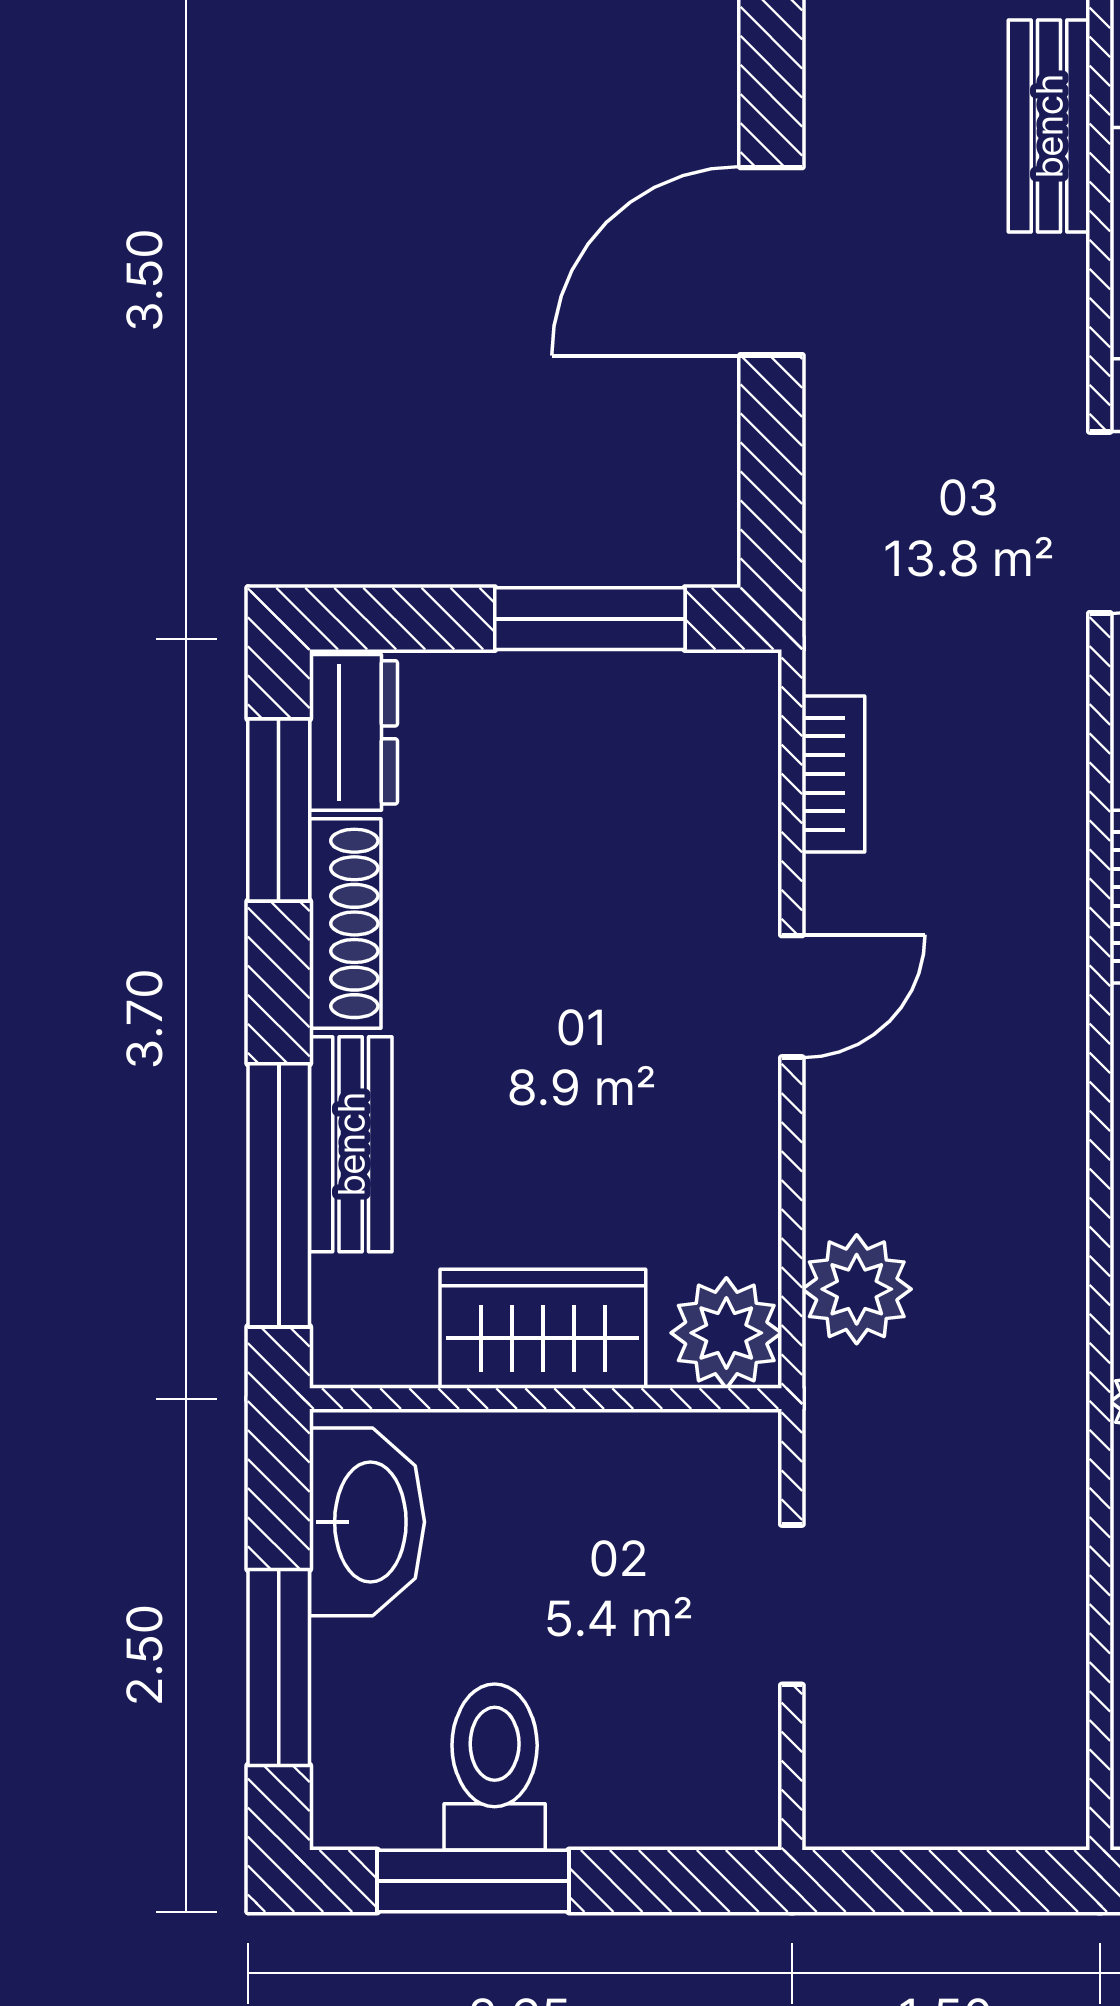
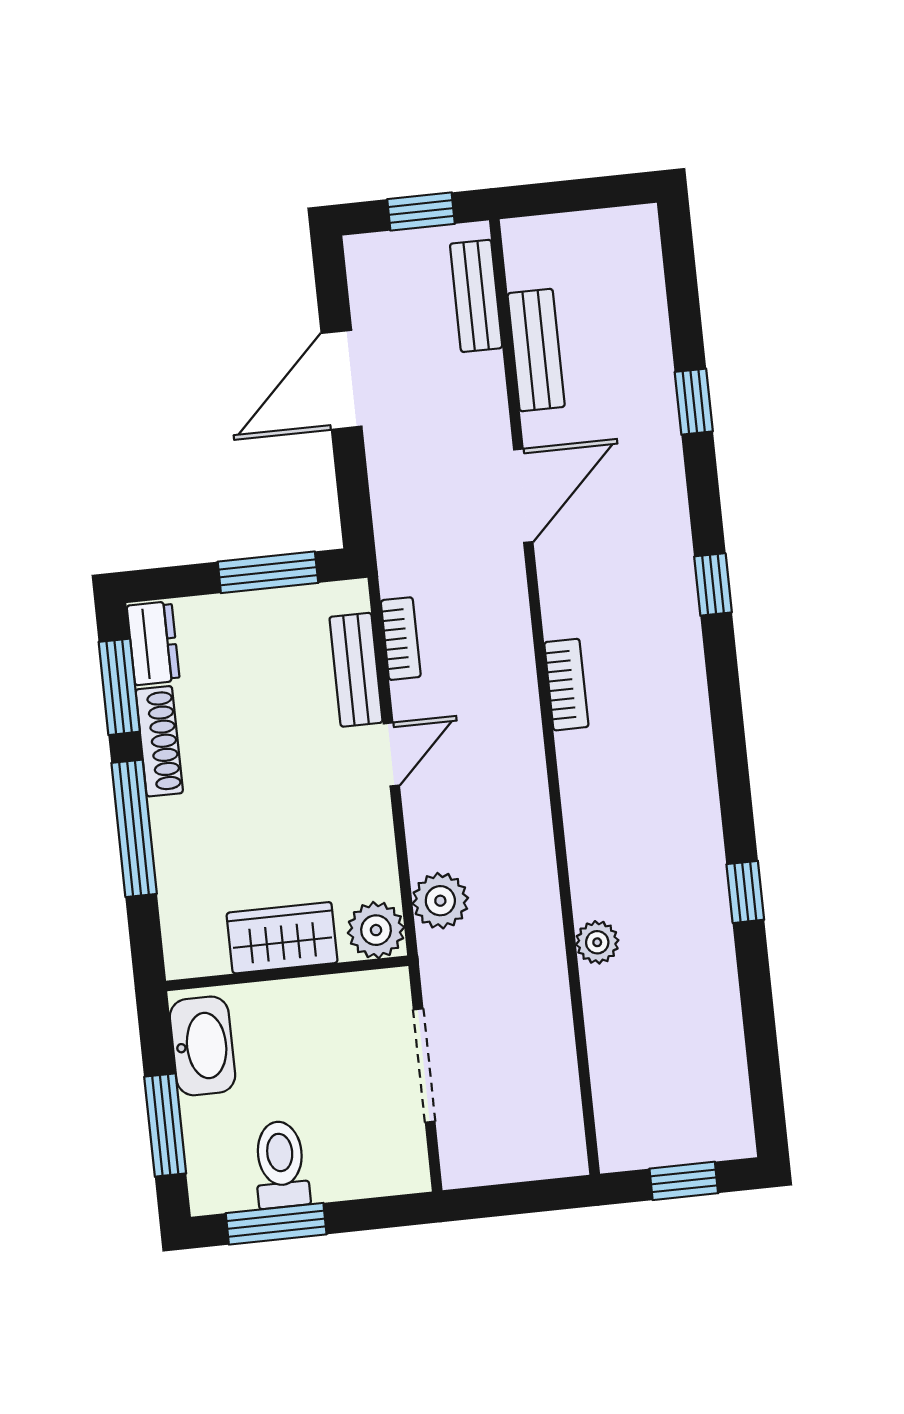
bench: (351, 1144) -> (356, 670), moved
window: (279, 1195) -> (134, 828), moved
doorway: (792, 1605) -> (424, 1065), width x1.38

